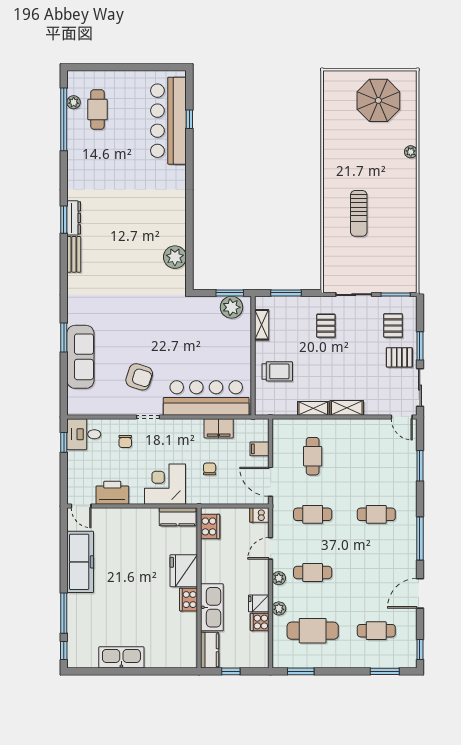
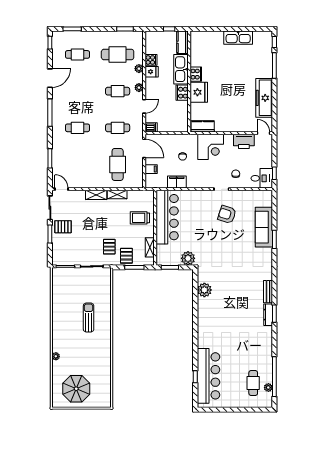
plant: (231, 307) -> (188, 258), moved
pallet: (393, 325) -> (126, 256), moved
bar counter: (206, 398) -> (167, 217), moved, turned -90
cafe table: (313, 456) -> (118, 164), width x1.37, depth x1.35
cooker: (210, 526) -> (182, 93), moved

